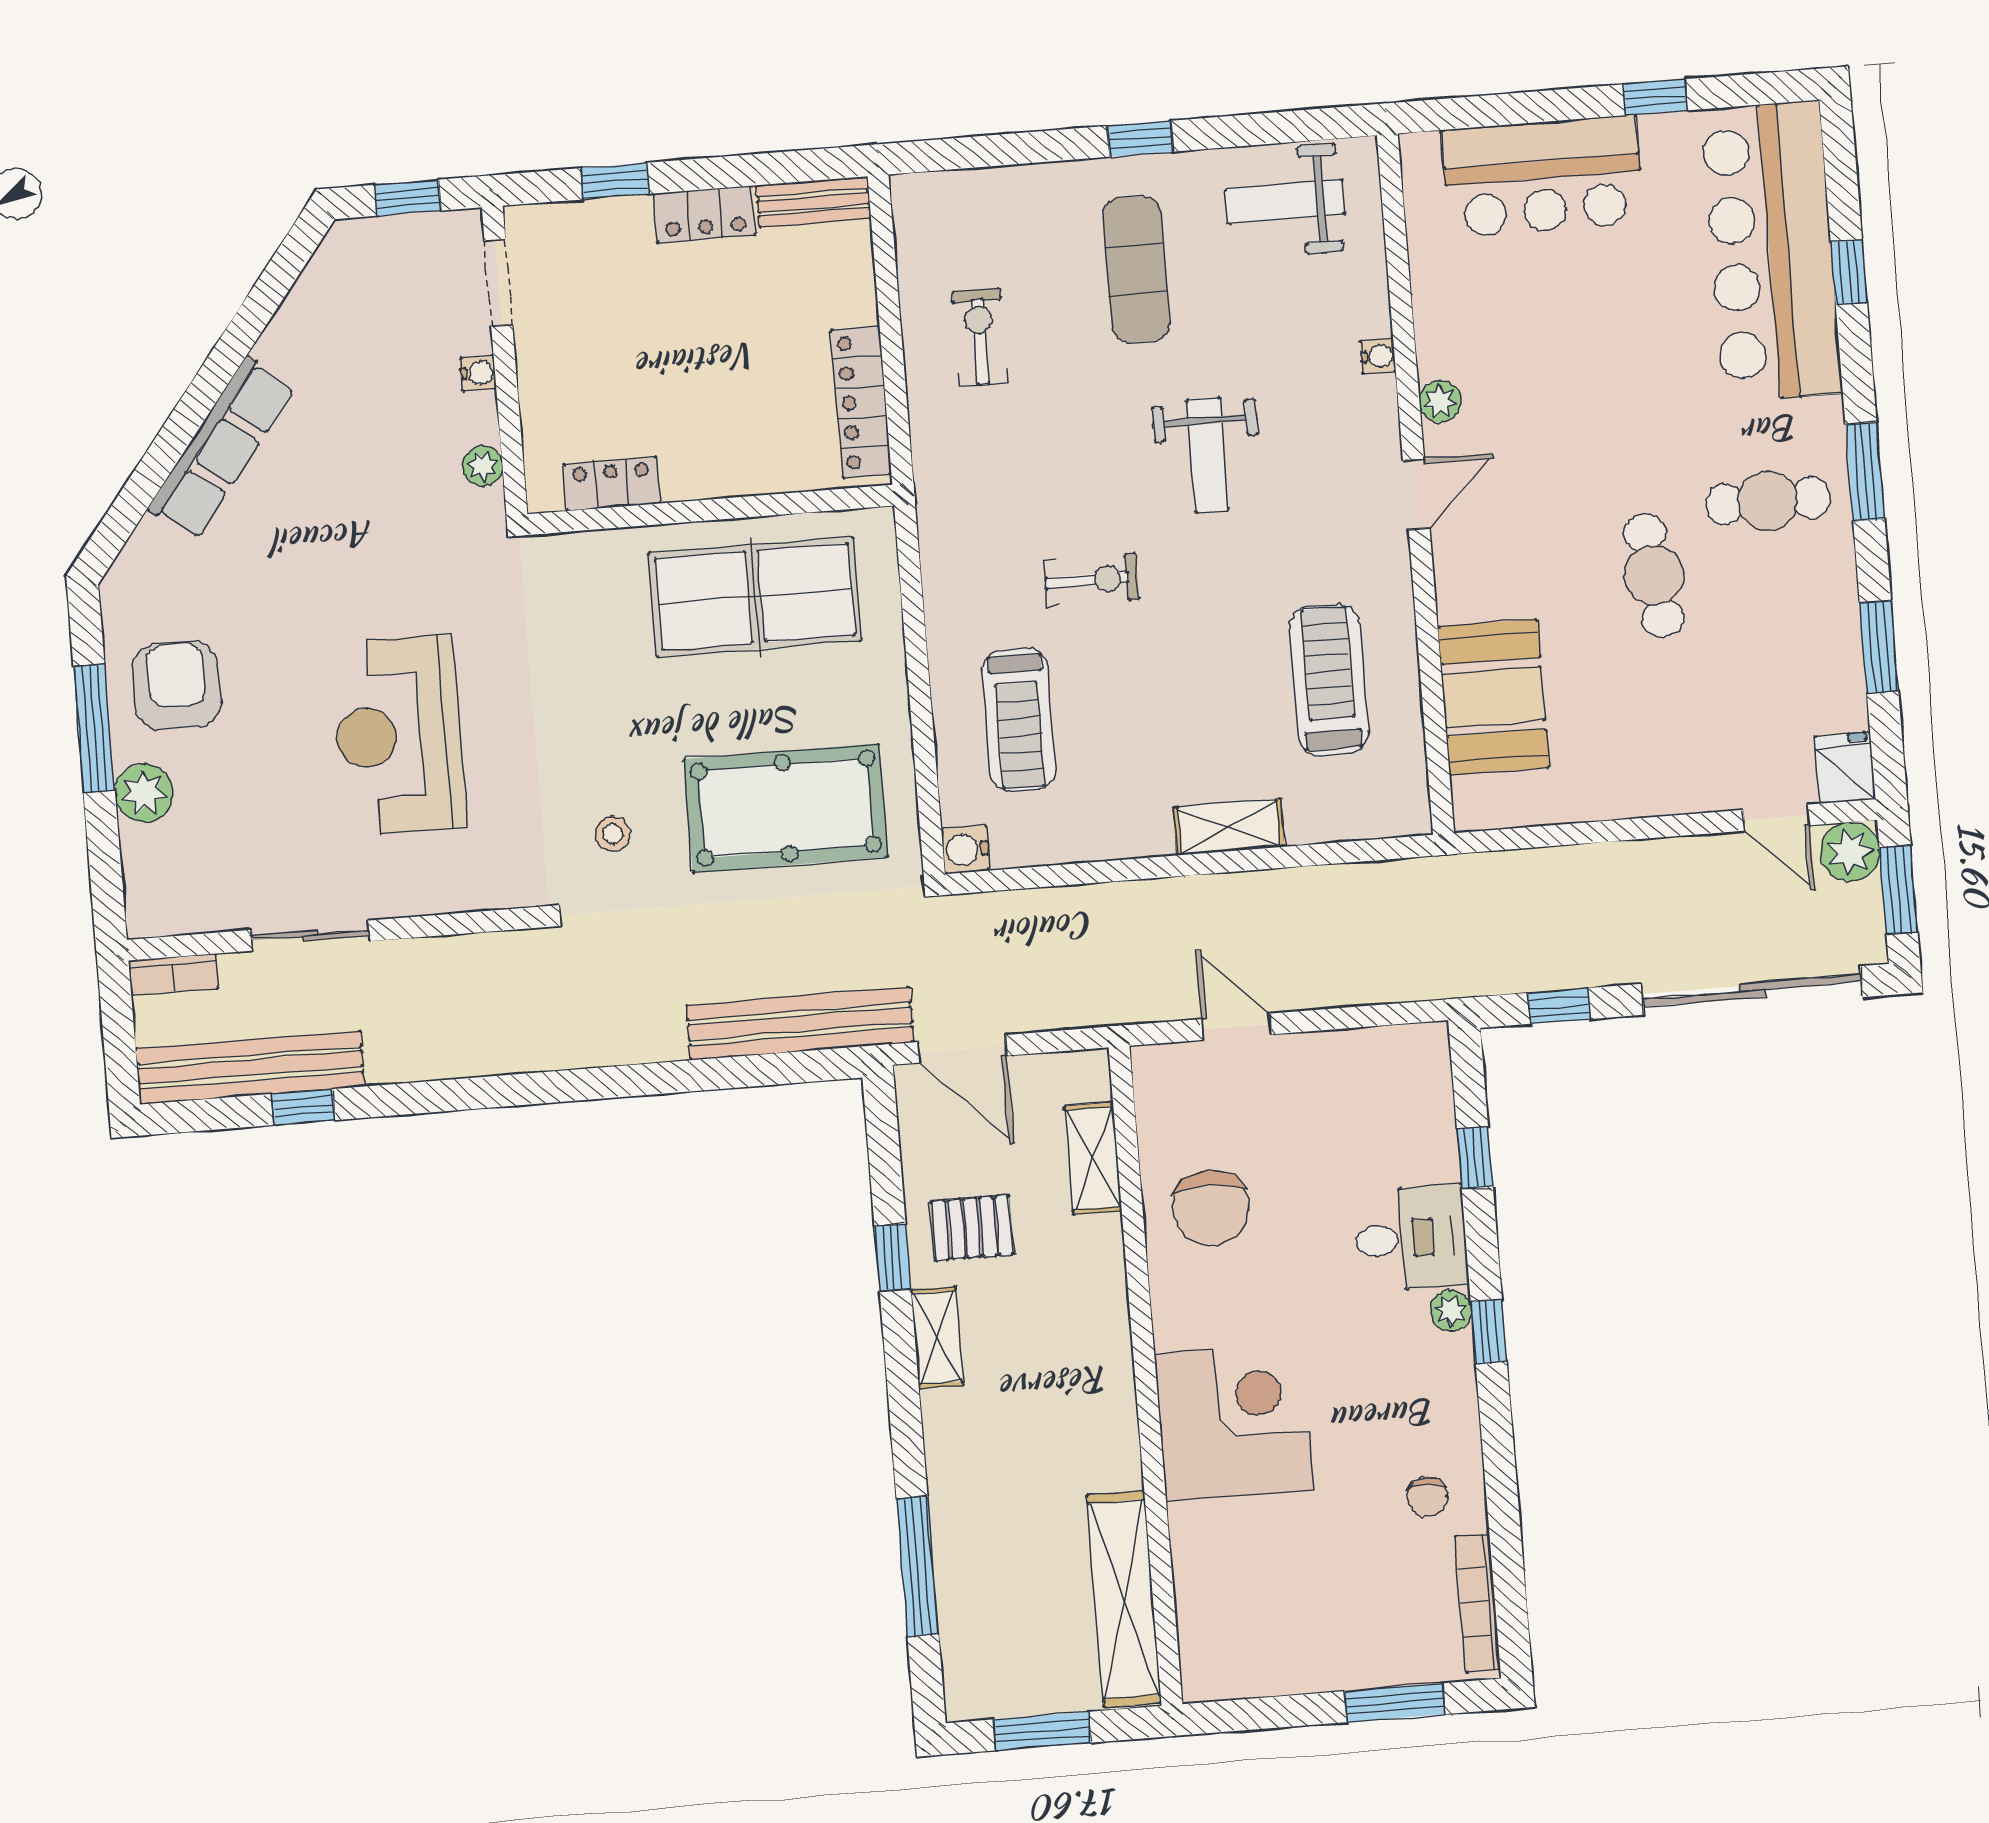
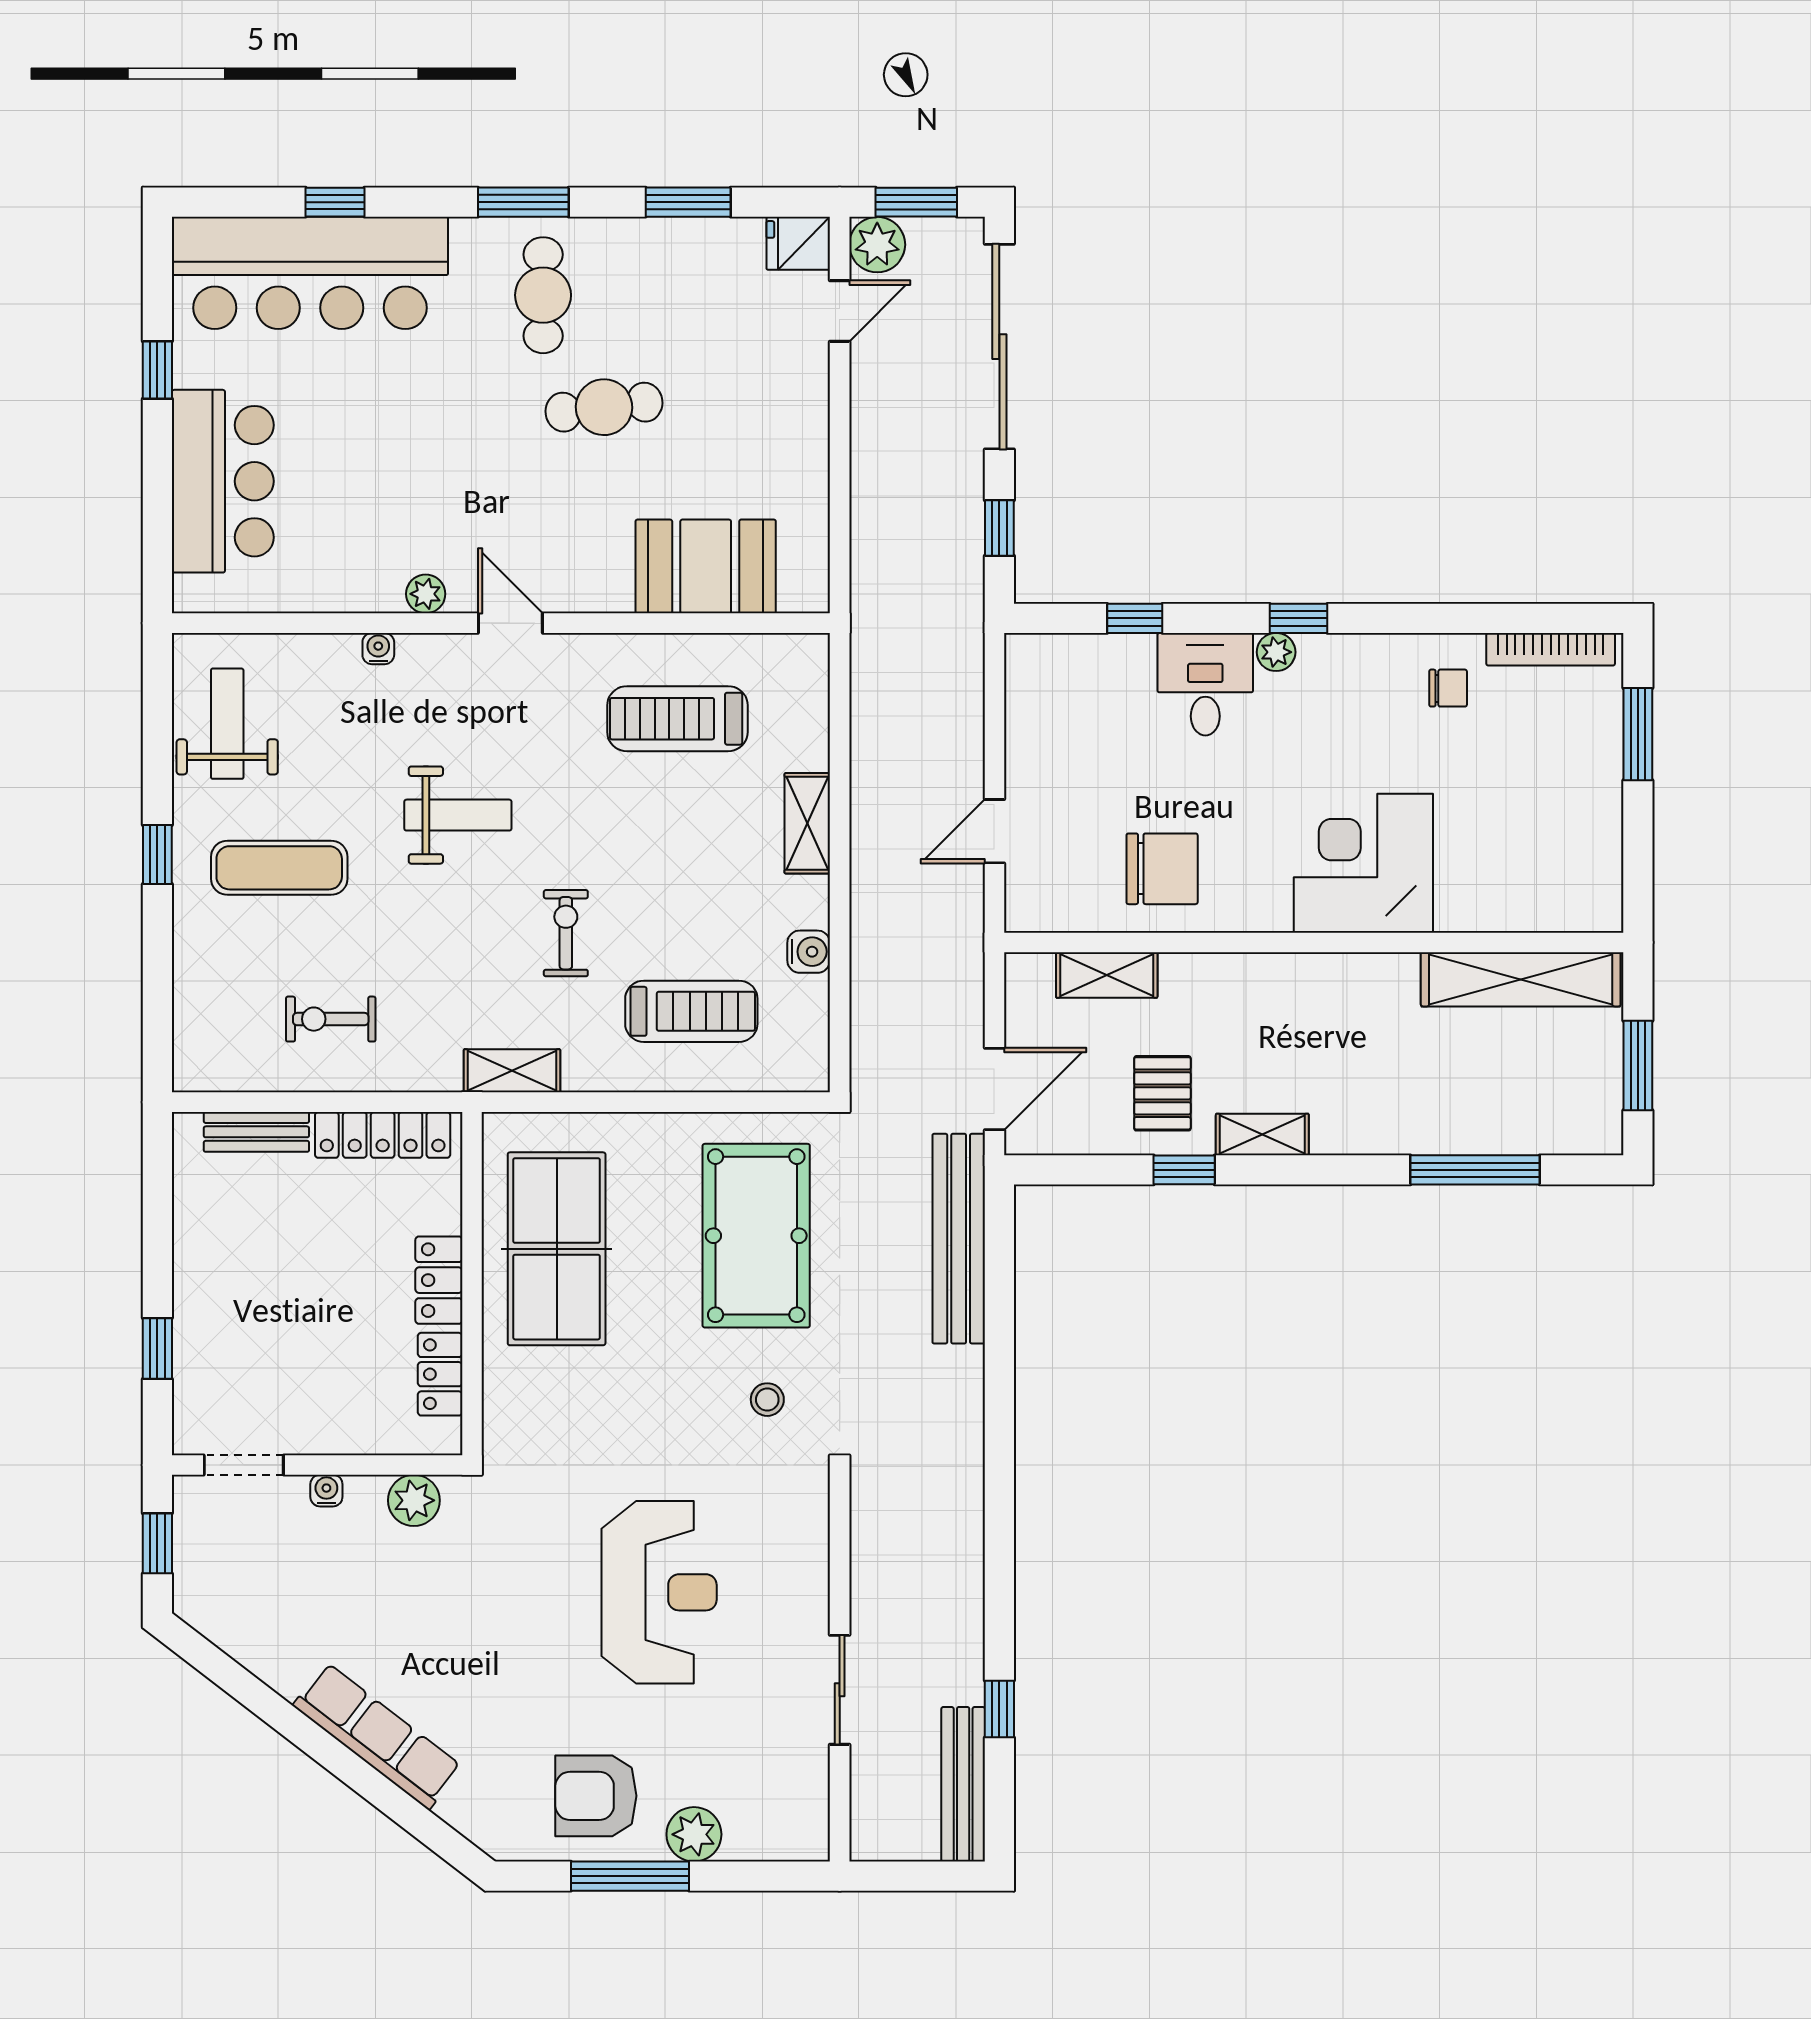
bench: (814, 202) -> (256, 1132), moved, turned 90
weight bench: (1285, 202) -> (227, 724), turned 180
locker: (705, 214) -> (439, 1280), moved, turned 180
plant: (483, 466) -> (414, 1500), width x1.38, depth x1.38
shelving: (940, 534) -> (512, 1071), added
reception desk: (398, 735) -> (659, 1592), turned -90
water cooler: (965, 850) -> (809, 952), moved, turned -90
bookcase: (173, 975) -> (866, 1821), removed
bench: (250, 1068) -> (963, 1784), width x0.73, depth x0.82

